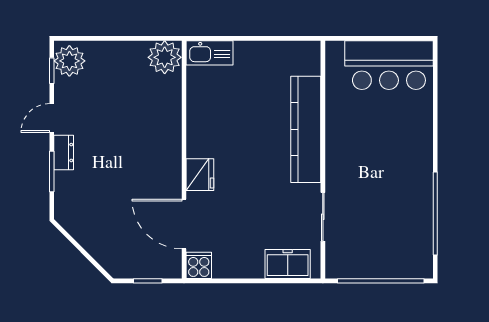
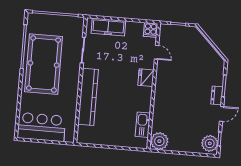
kitchen sink: (210, 53) -> (143, 125), moved, turned -90
pool table: (395, 184) -> (44, 64), added
door: (184, 224) -> (157, 52), width x0.53
freezer: (288, 264) -> (108, 27), width x1.40

